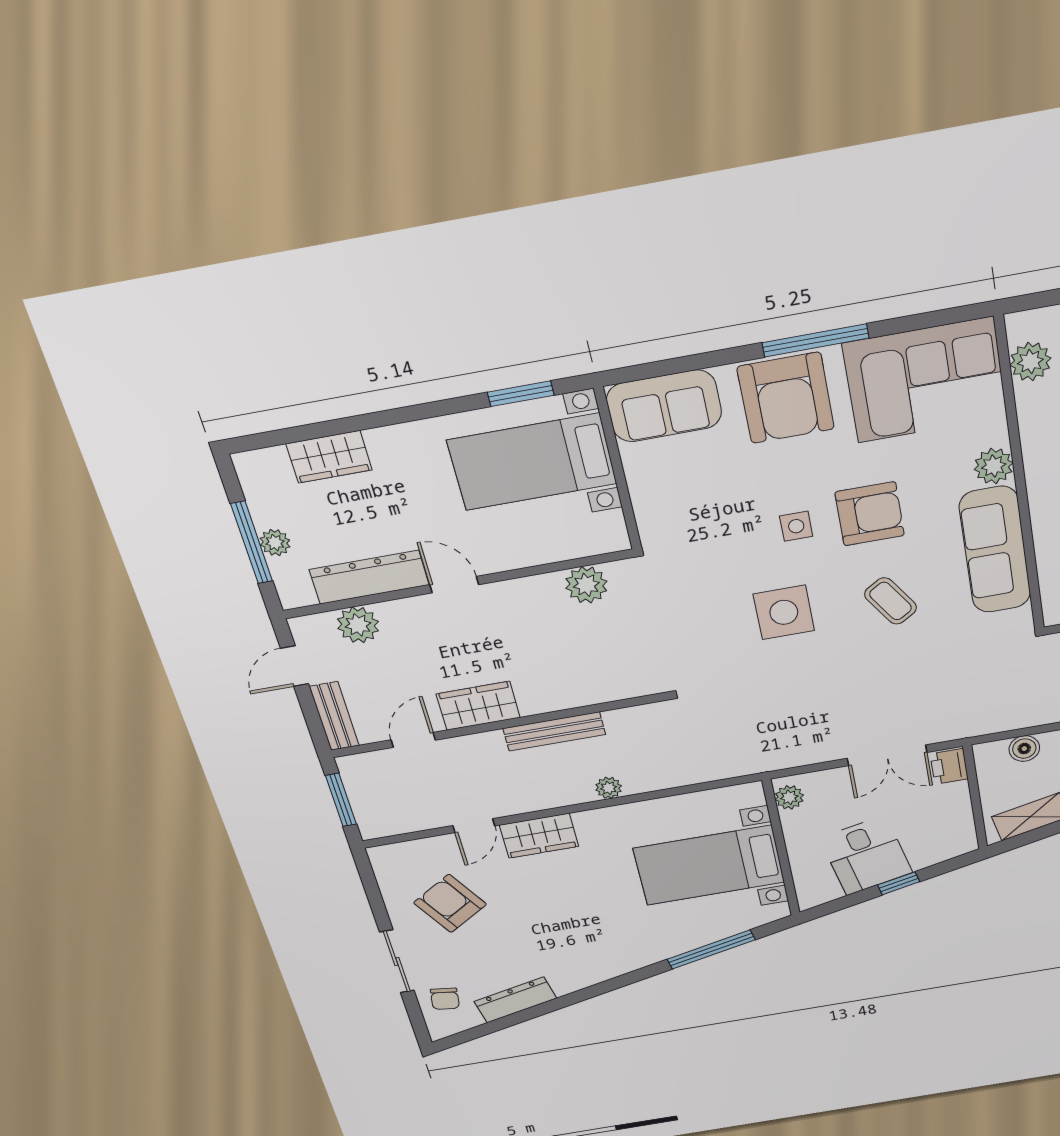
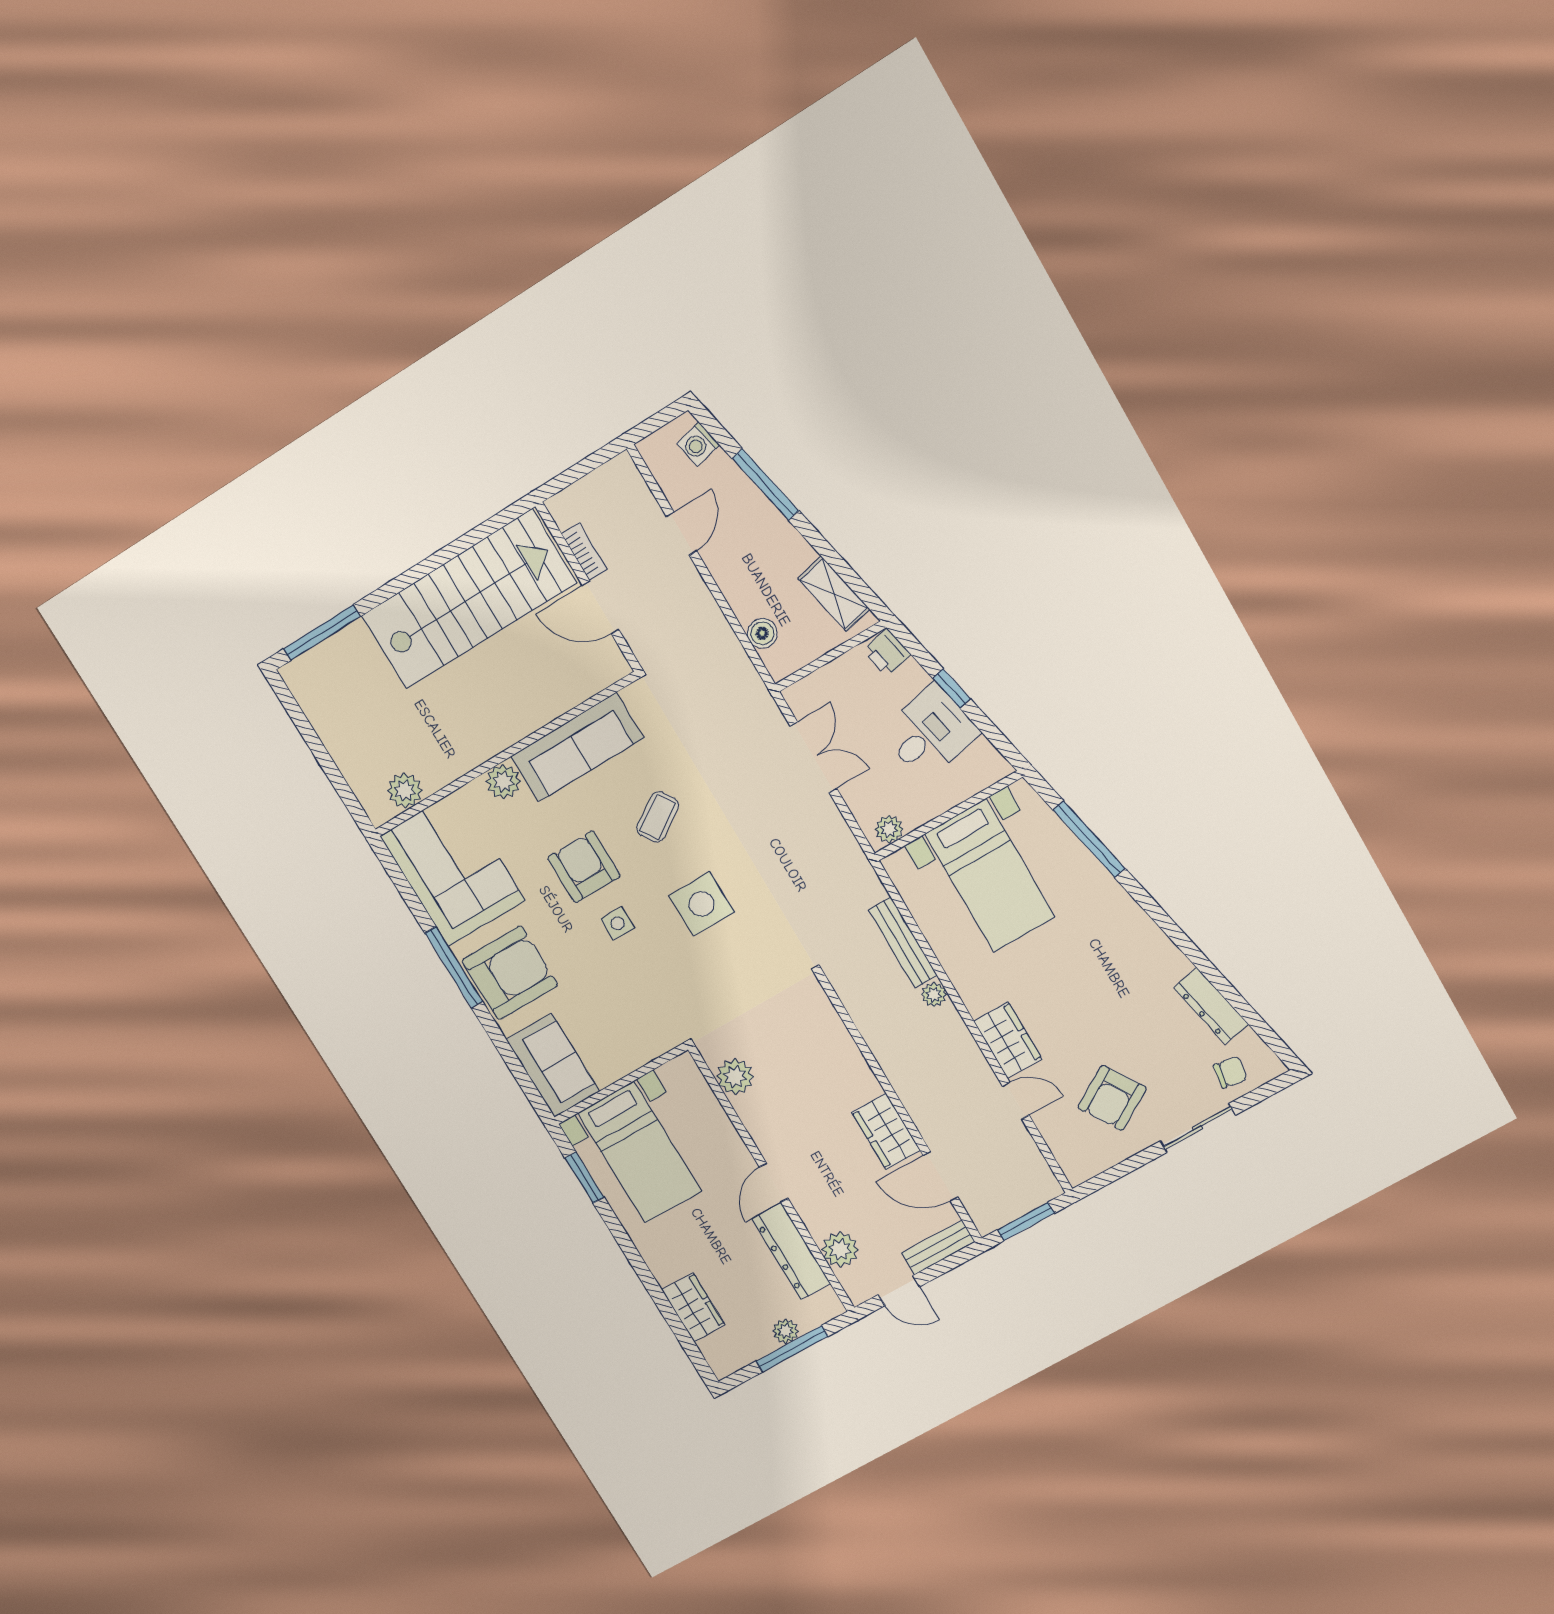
bench: (554, 731) -> (903, 943), moved
door: (413, 740) -> (940, 1176), width x1.38
printer: (949, 766) -> (887, 653), moved, turned 78

